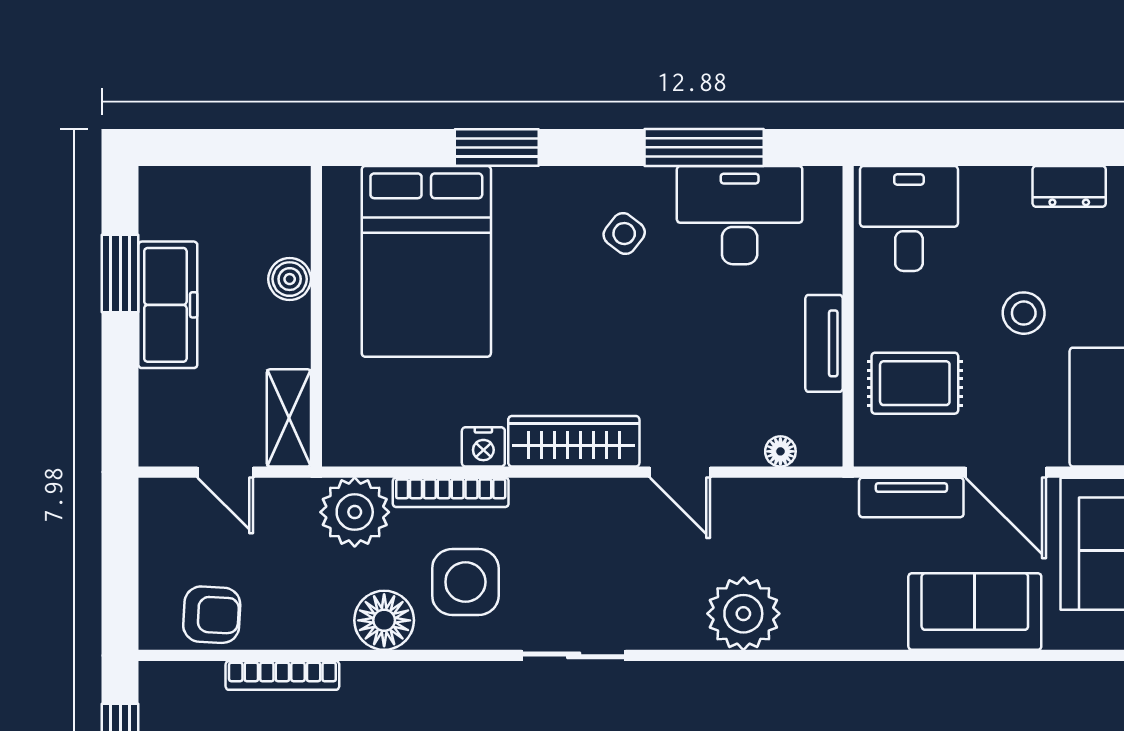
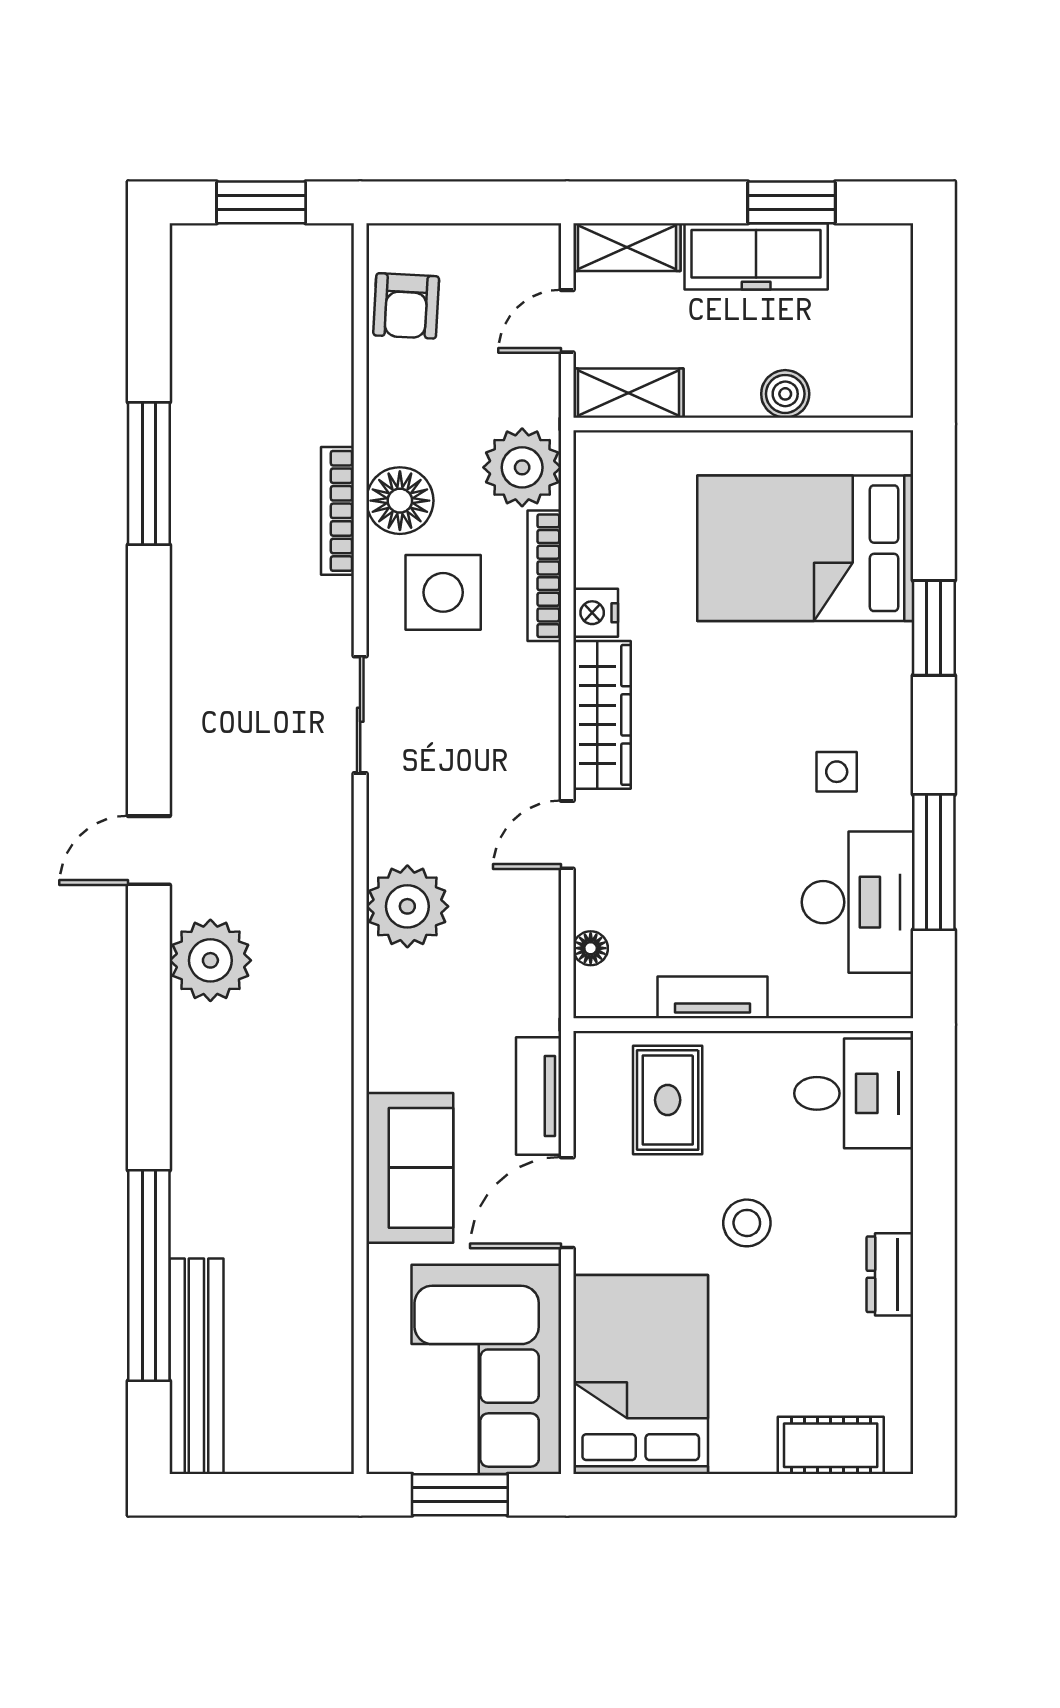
side table: (624, 234) -> (837, 772), turned -38
shelving: (160, 419) -> (627, 247), added
bookcase: (282, 675) -> (338, 511), moved

